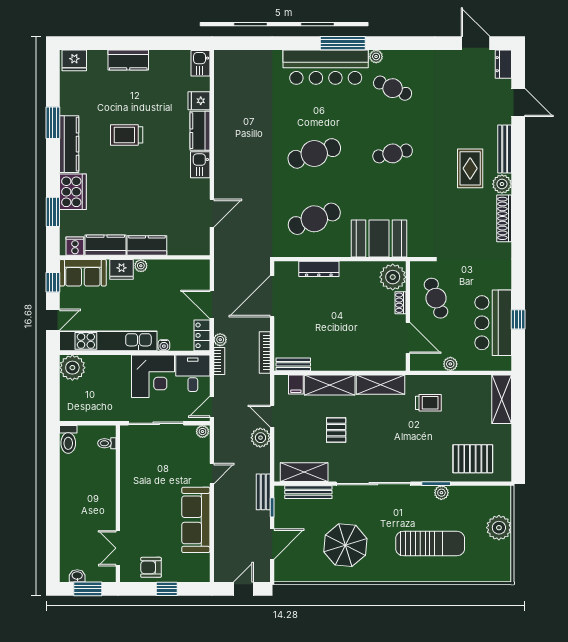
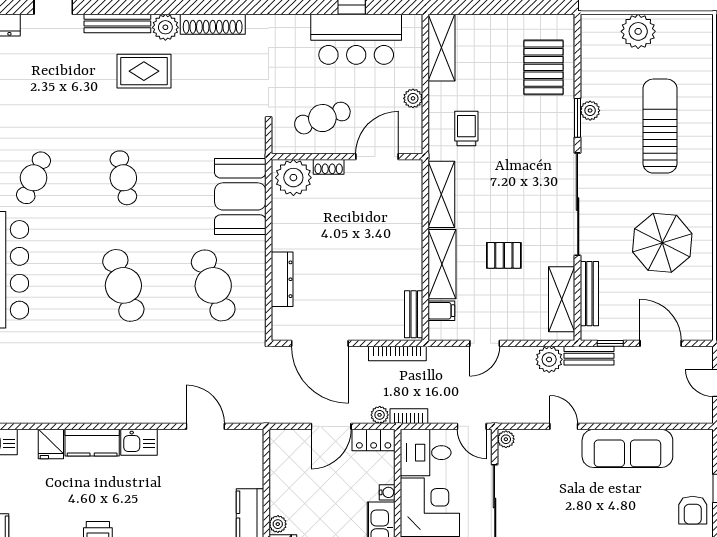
shelving: (502, 399) -> (442, 48), moved, turned 90
plant: (260, 438) -> (549, 359), moved

